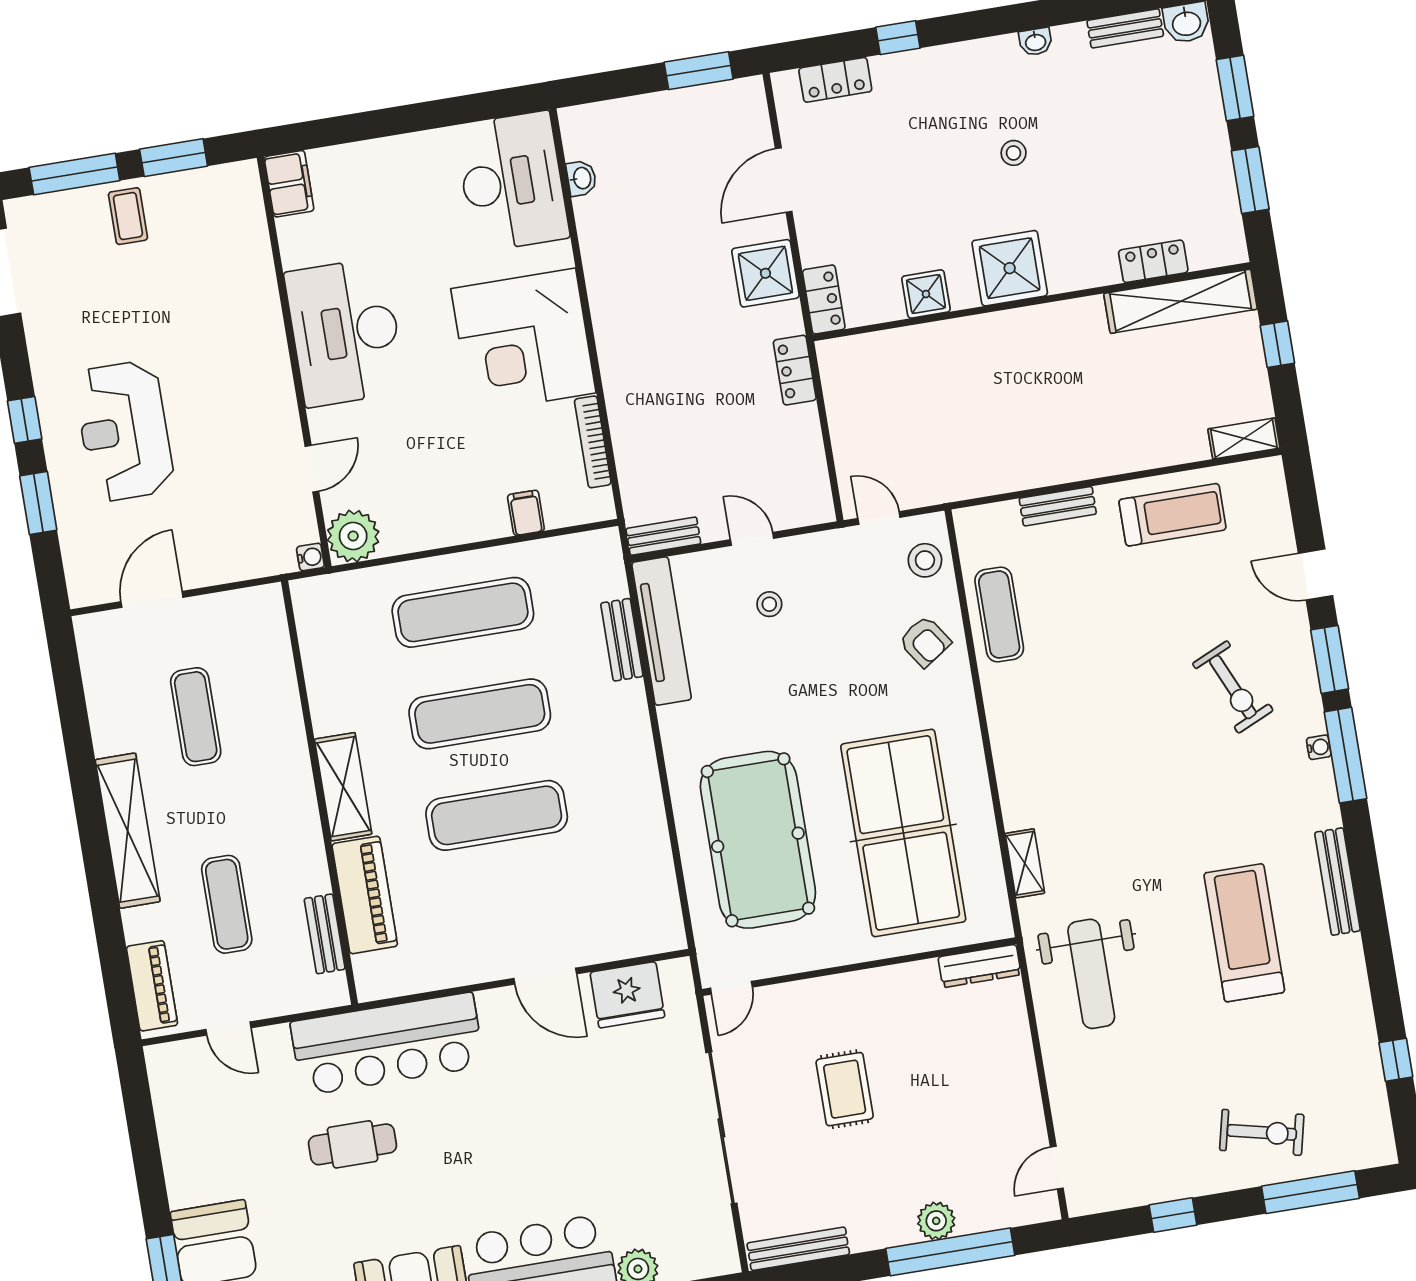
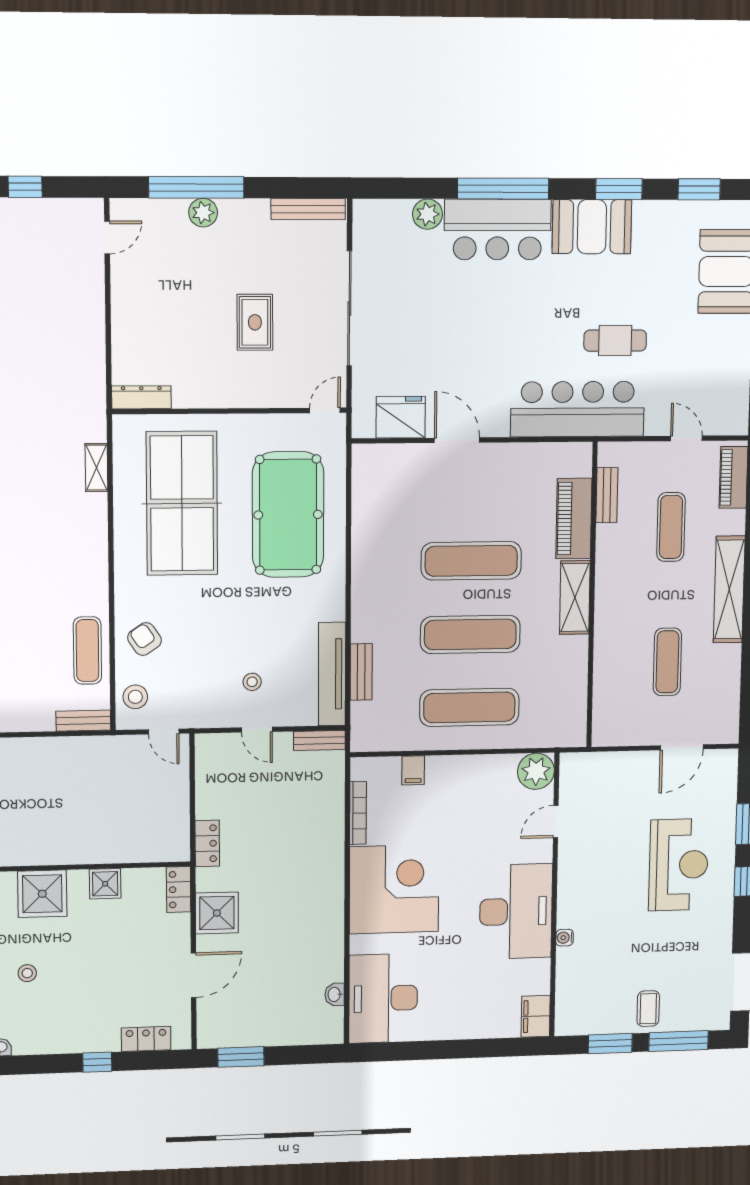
bench: (1058, 506) -> (83, 721), moved
water cooler: (310, 557) -> (565, 938), moved
weight bench: (1091, 974) -> (60, 378), removed

